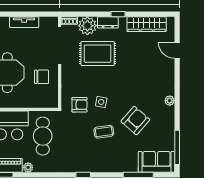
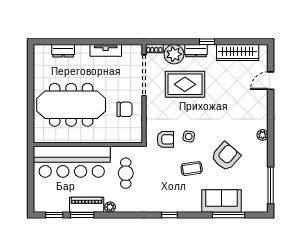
door: (177, 50) -> (271, 81), hinge flipped
cafe table: (43, 136) -> (126, 173), width x0.73, depth x0.74
sofa: (156, 162) -> (222, 201), moved

